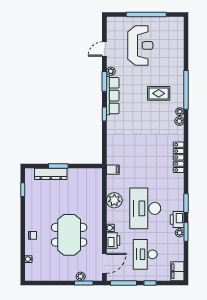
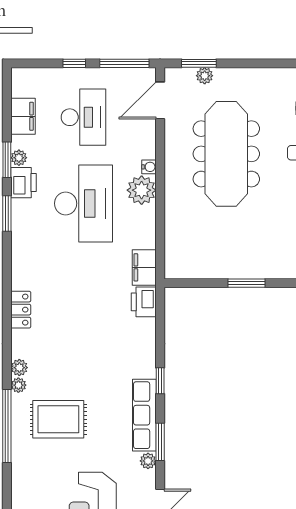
rug: (159, 93) -> (58, 419), width x1.36, depth x1.43
locker: (179, 157) -> (21, 310), width x0.66
filing cabinet: (113, 170) -> (144, 267), width x2.00
dresser: (51, 174) -> (261, 268), removed
plant: (114, 200) -> (142, 190), moved
meeting table: (69, 235) -> (226, 154), width x1.36
printer: (113, 240) -> (144, 302), moved
filing cabinet: (177, 271) -> (23, 116), moved

